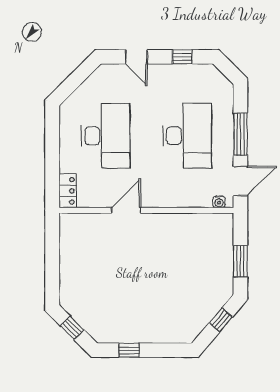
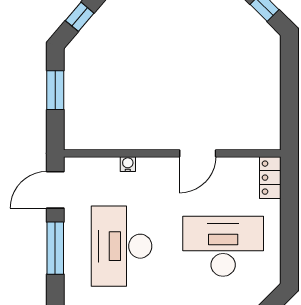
desk: (106, 136) -> (223, 246), turned 90
water cooler: (219, 202) -> (128, 164), moved

